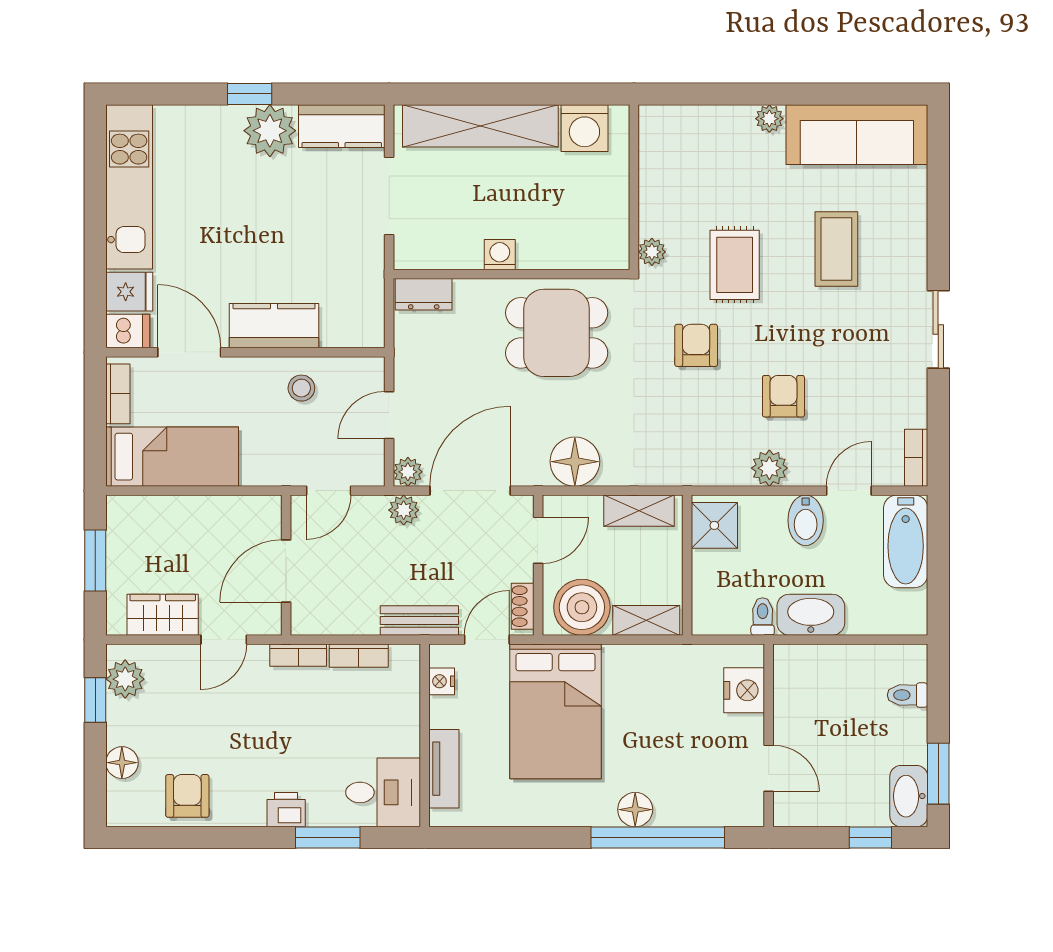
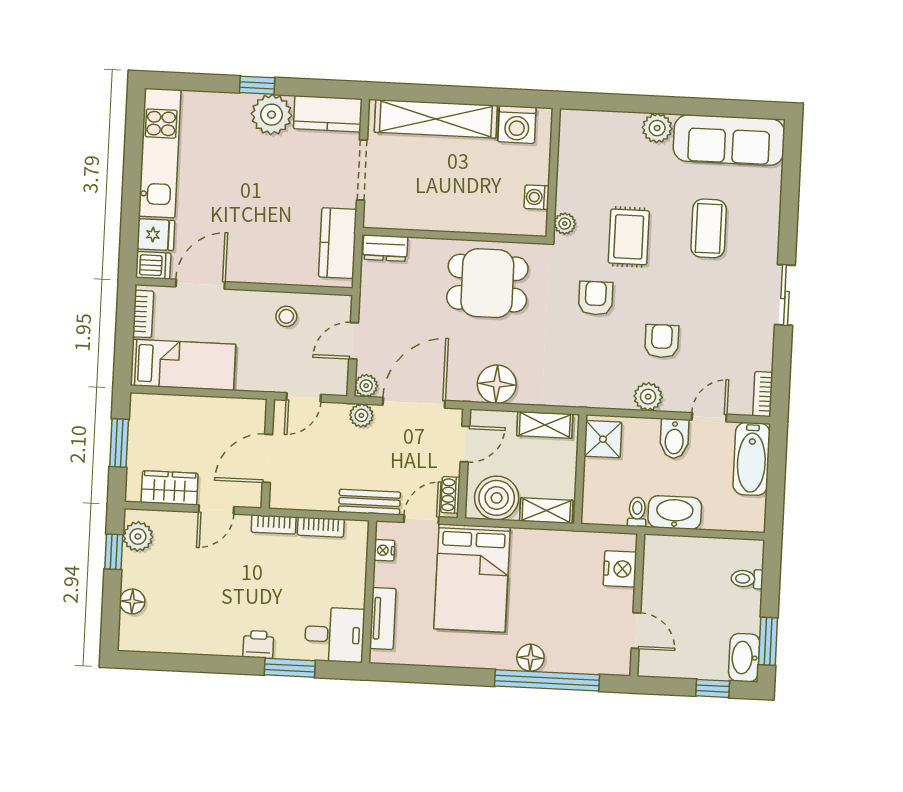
plant: (769, 119) -> (657, 128), width x1.38, depth x1.38
washing machine: (500, 255) -> (537, 197), moved, turned -90
kitchen counter: (274, 326) -> (338, 243), moved, turned -90
door: (189, 352) -> (200, 284), hinge flipped
armchair: (187, 796) -> (182, 630), removed

